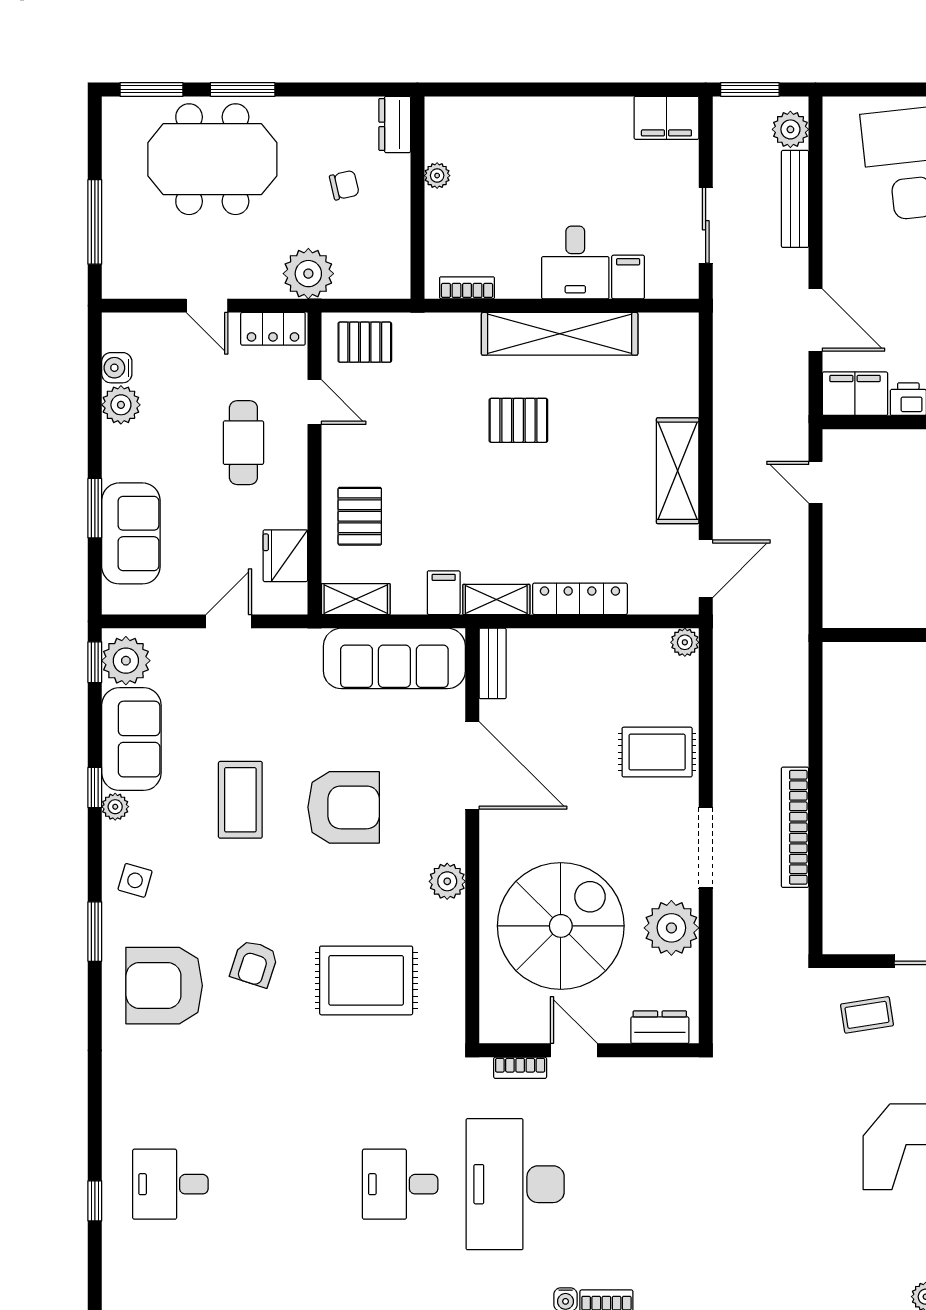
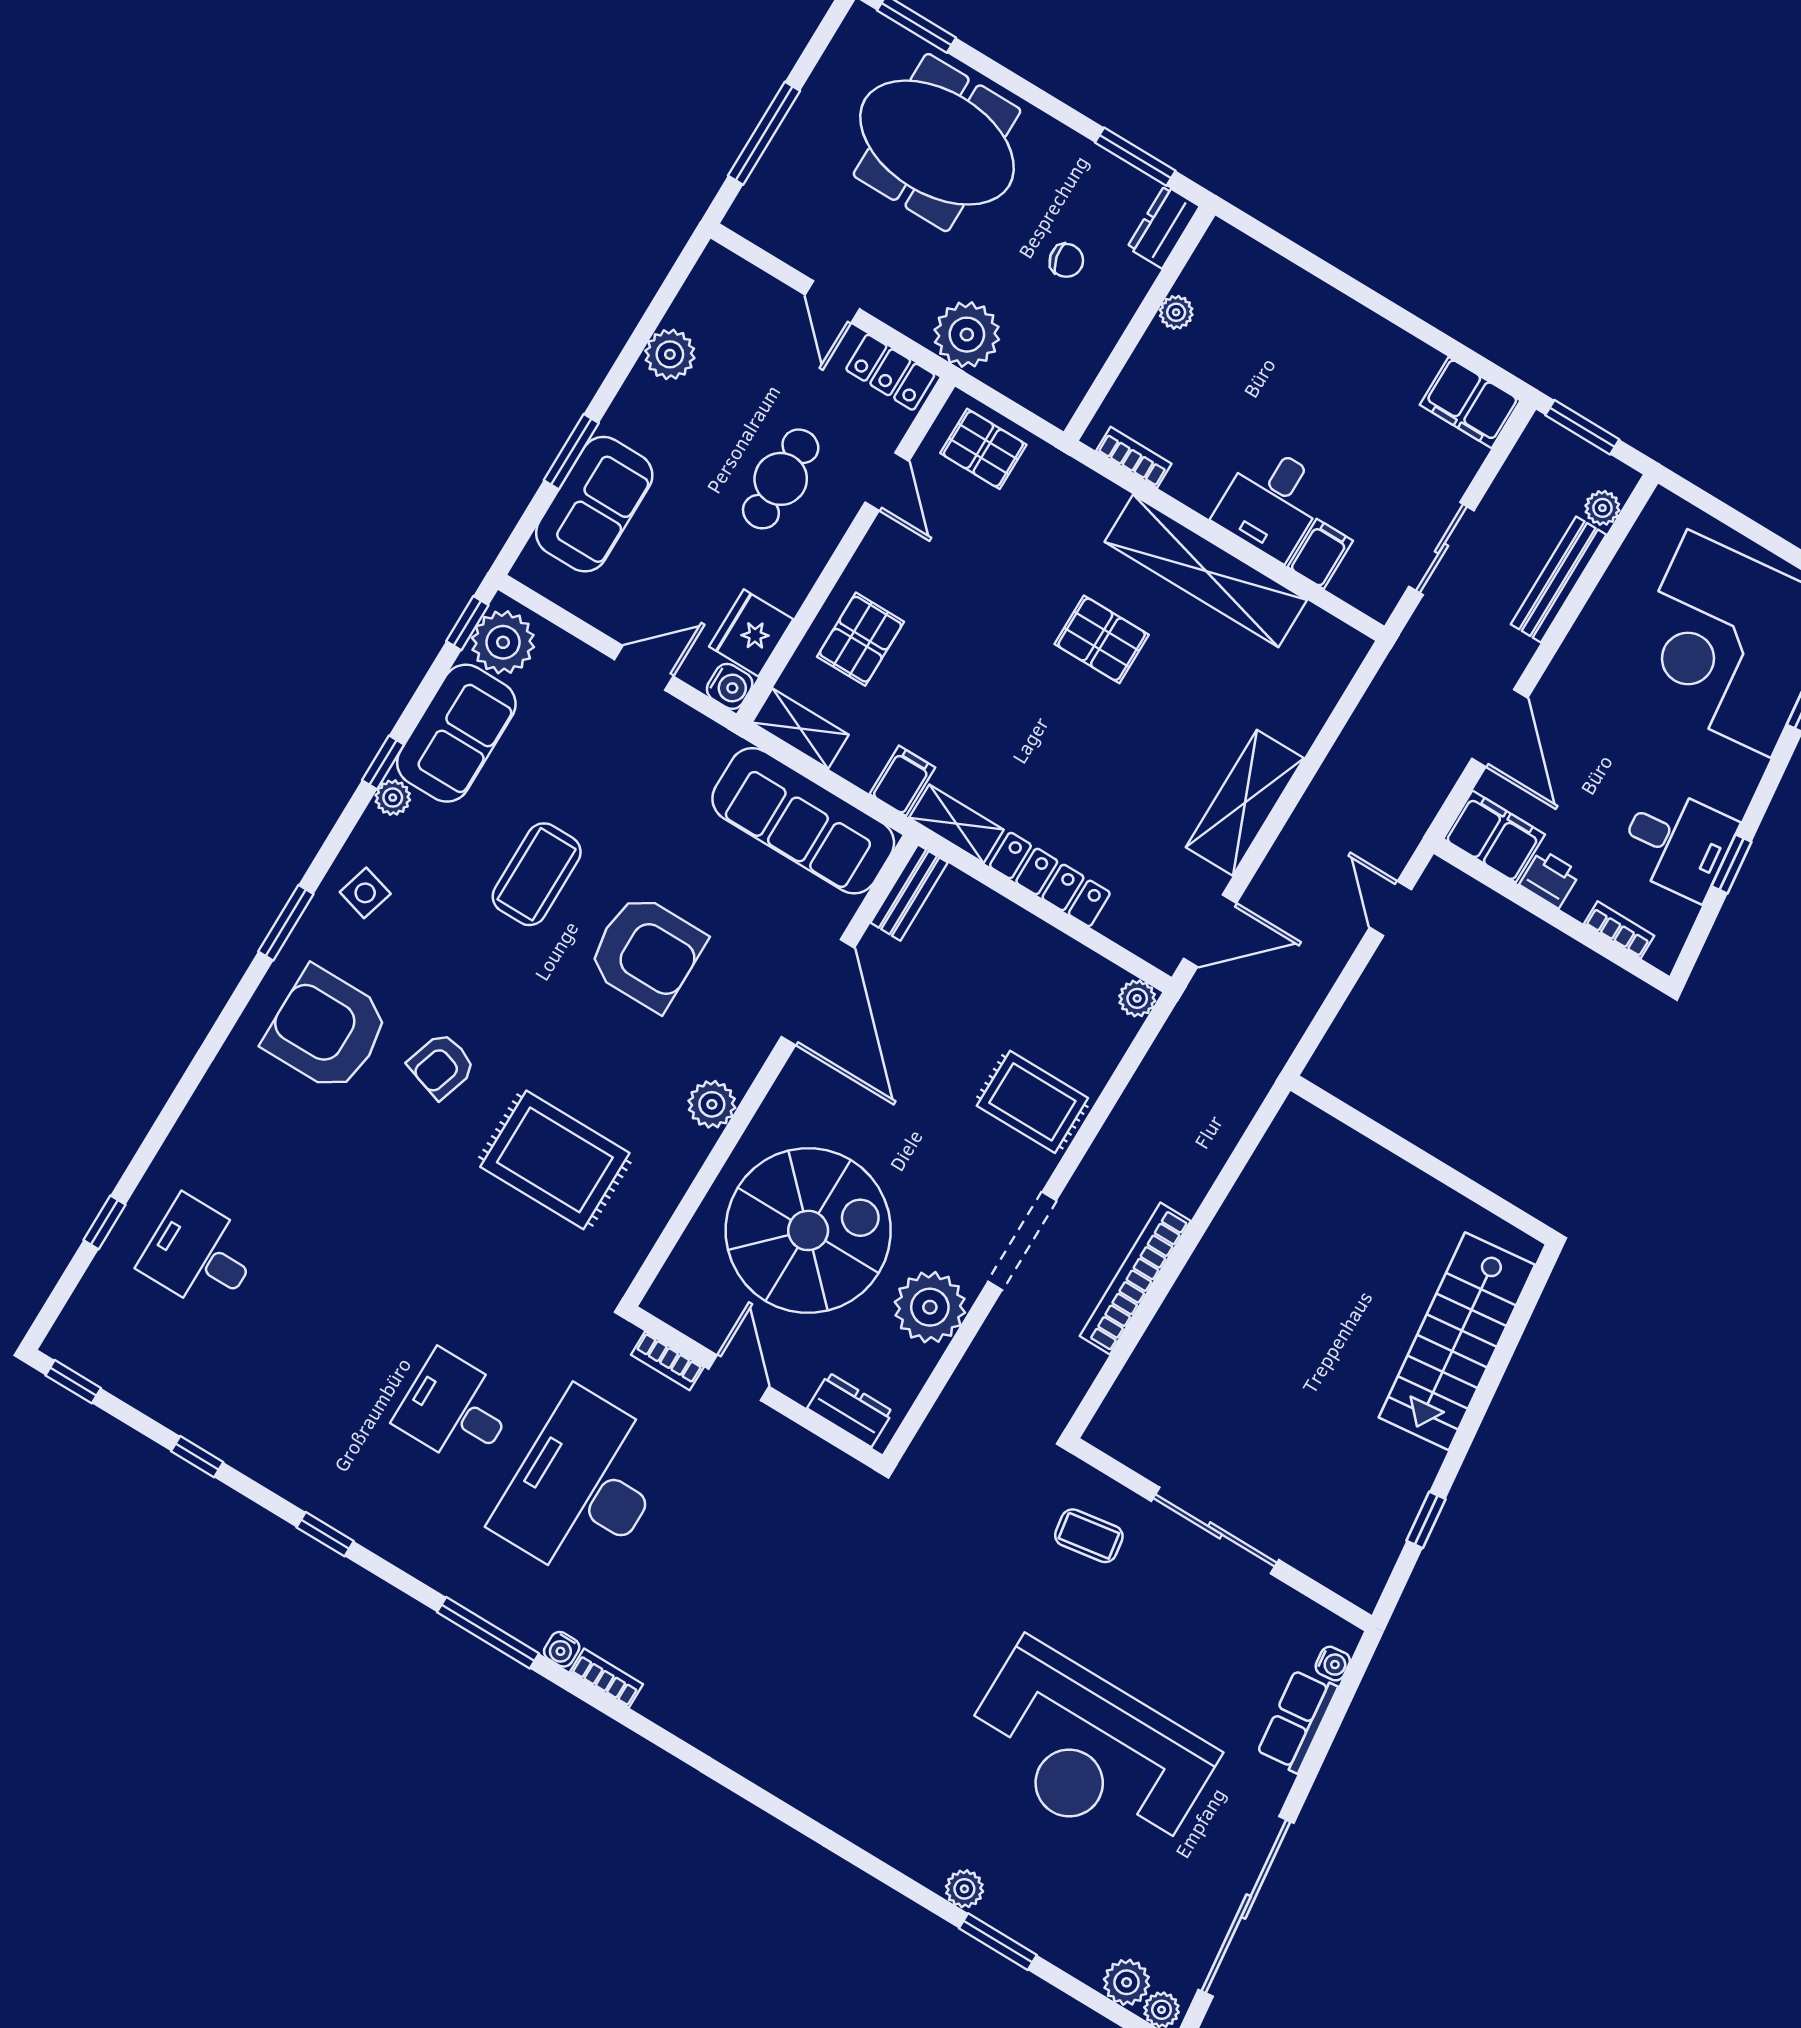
window: (243, 89) -> (1135, 157), moved
plant: (790, 129) -> (1602, 508), width x0.73, depth x0.73
water cooler: (117, 368) -> (730, 686), moved, turned 180

